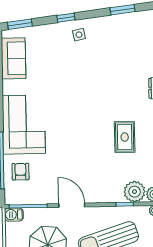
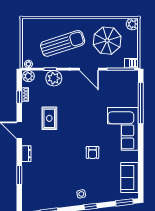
armchair: (20, 172) -> (93, 152), moved
plant: (135, 192) -> (54, 78), moved

